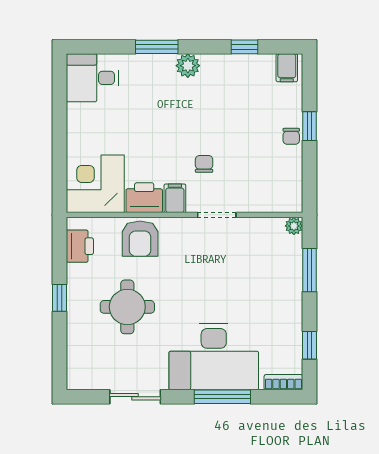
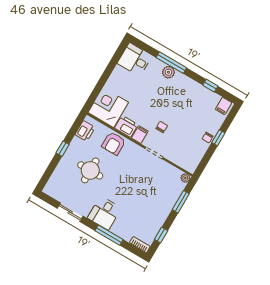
window: (157, 47) -> (171, 63), width x1.44
plant: (188, 66) -> (168, 72), moved
desk: (214, 356) -> (104, 213), width x0.53, depth x0.77

